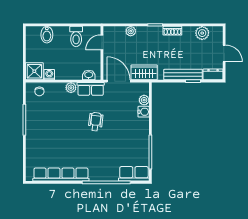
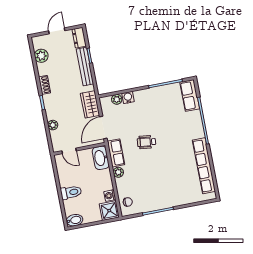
bidet: (47, 35) -> (75, 220), moved
toilet: (76, 37) -> (71, 192), moved
washbasin: (89, 75) -> (101, 158), width x1.91, depth x1.45

